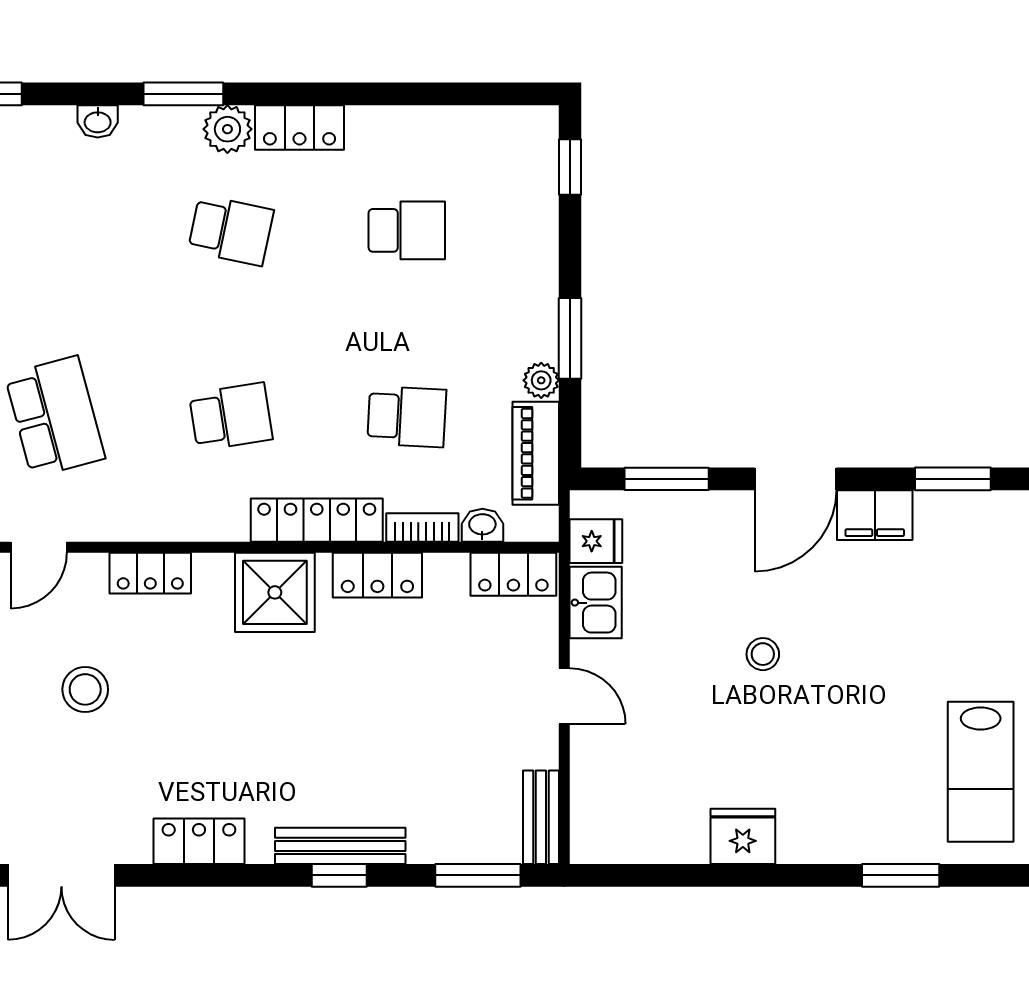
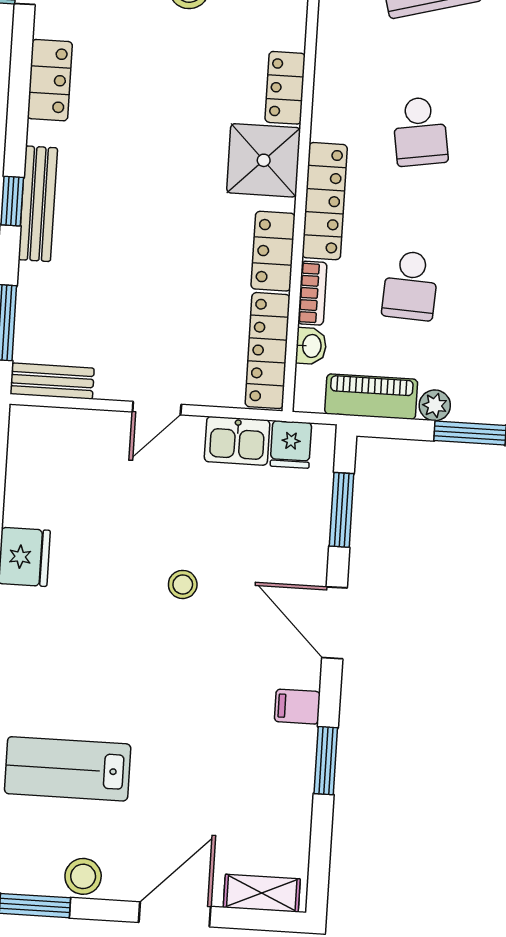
filing cabinet: (875, 515) -> (297, 707), width x0.50
locker: (150, 573) -> (285, 88), moved
locker: (513, 574) -> (268, 351), width x1.53

